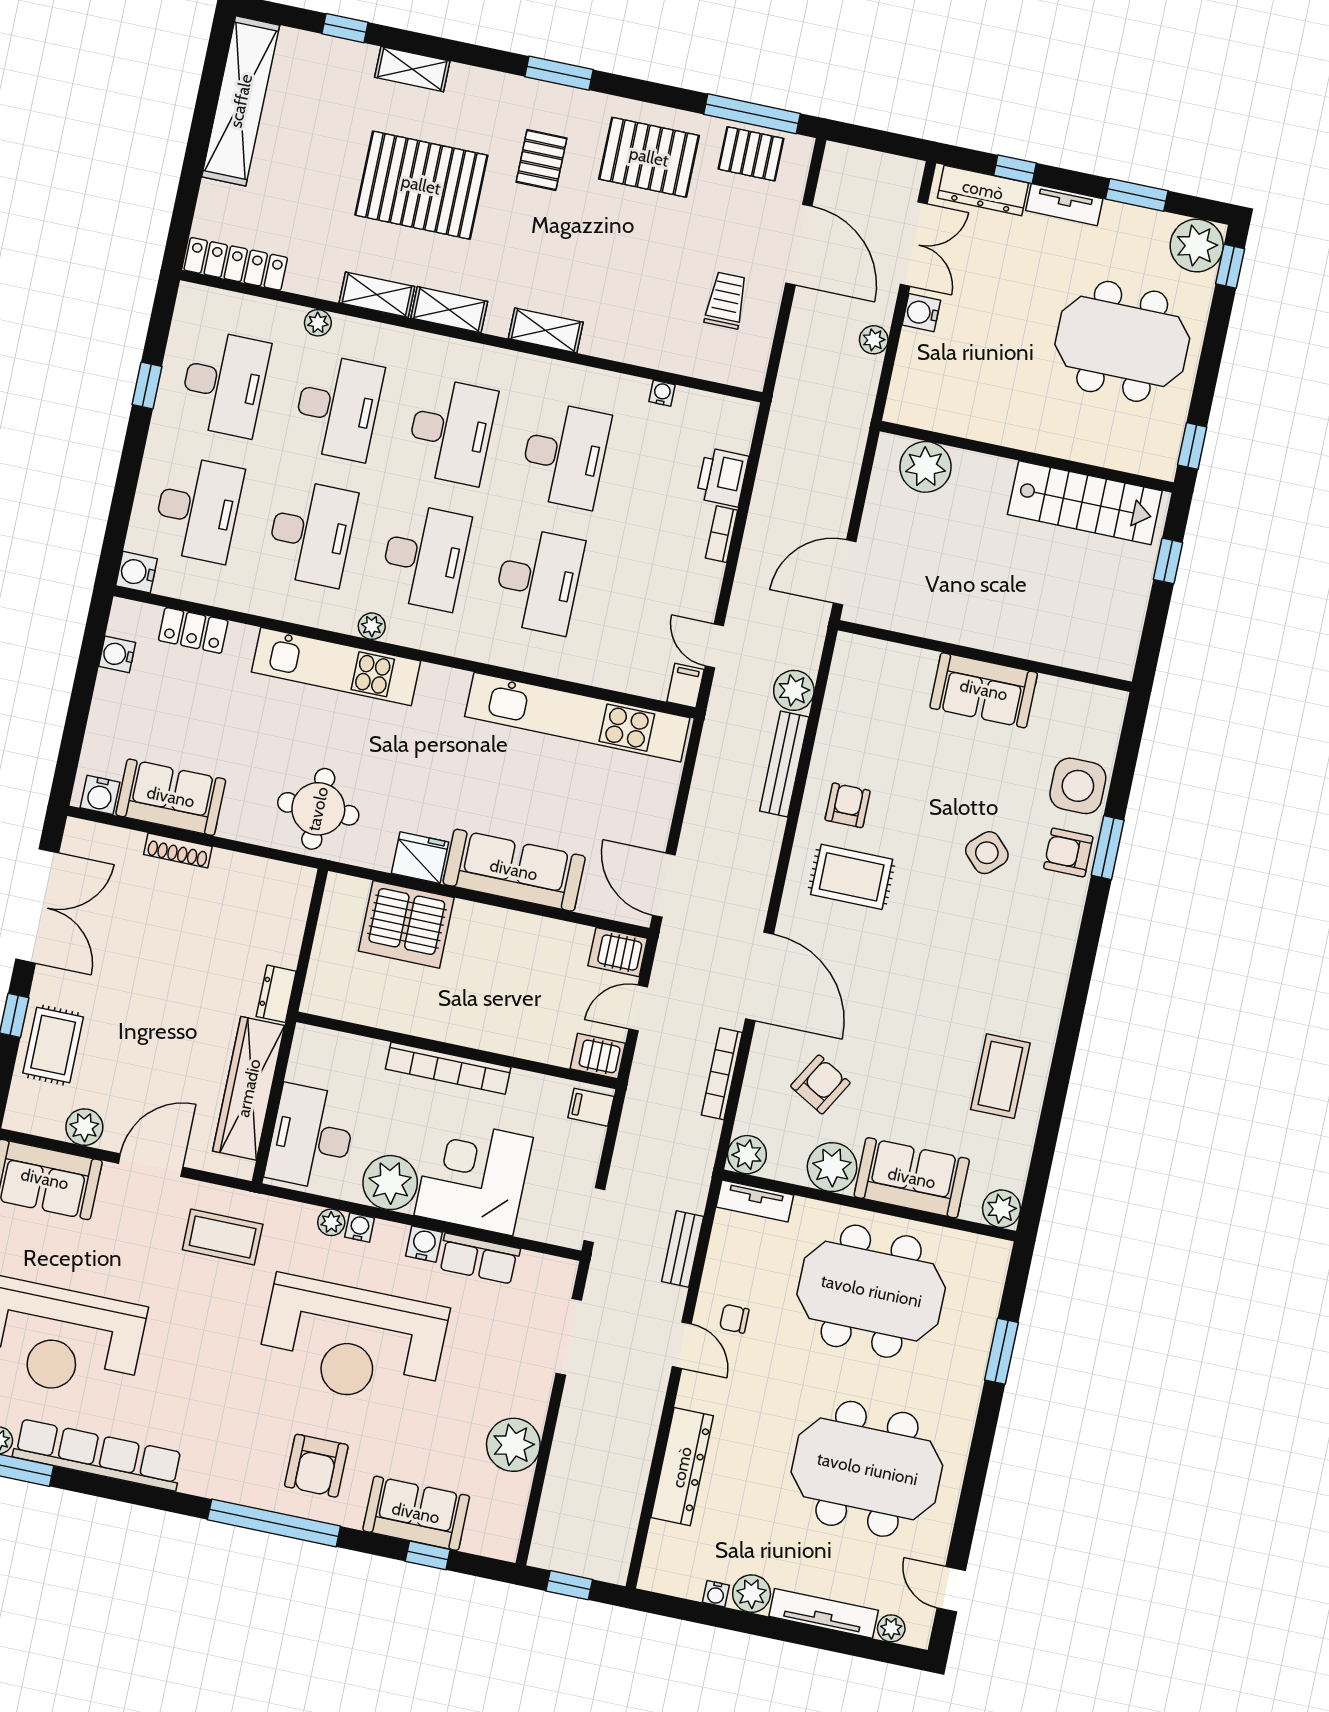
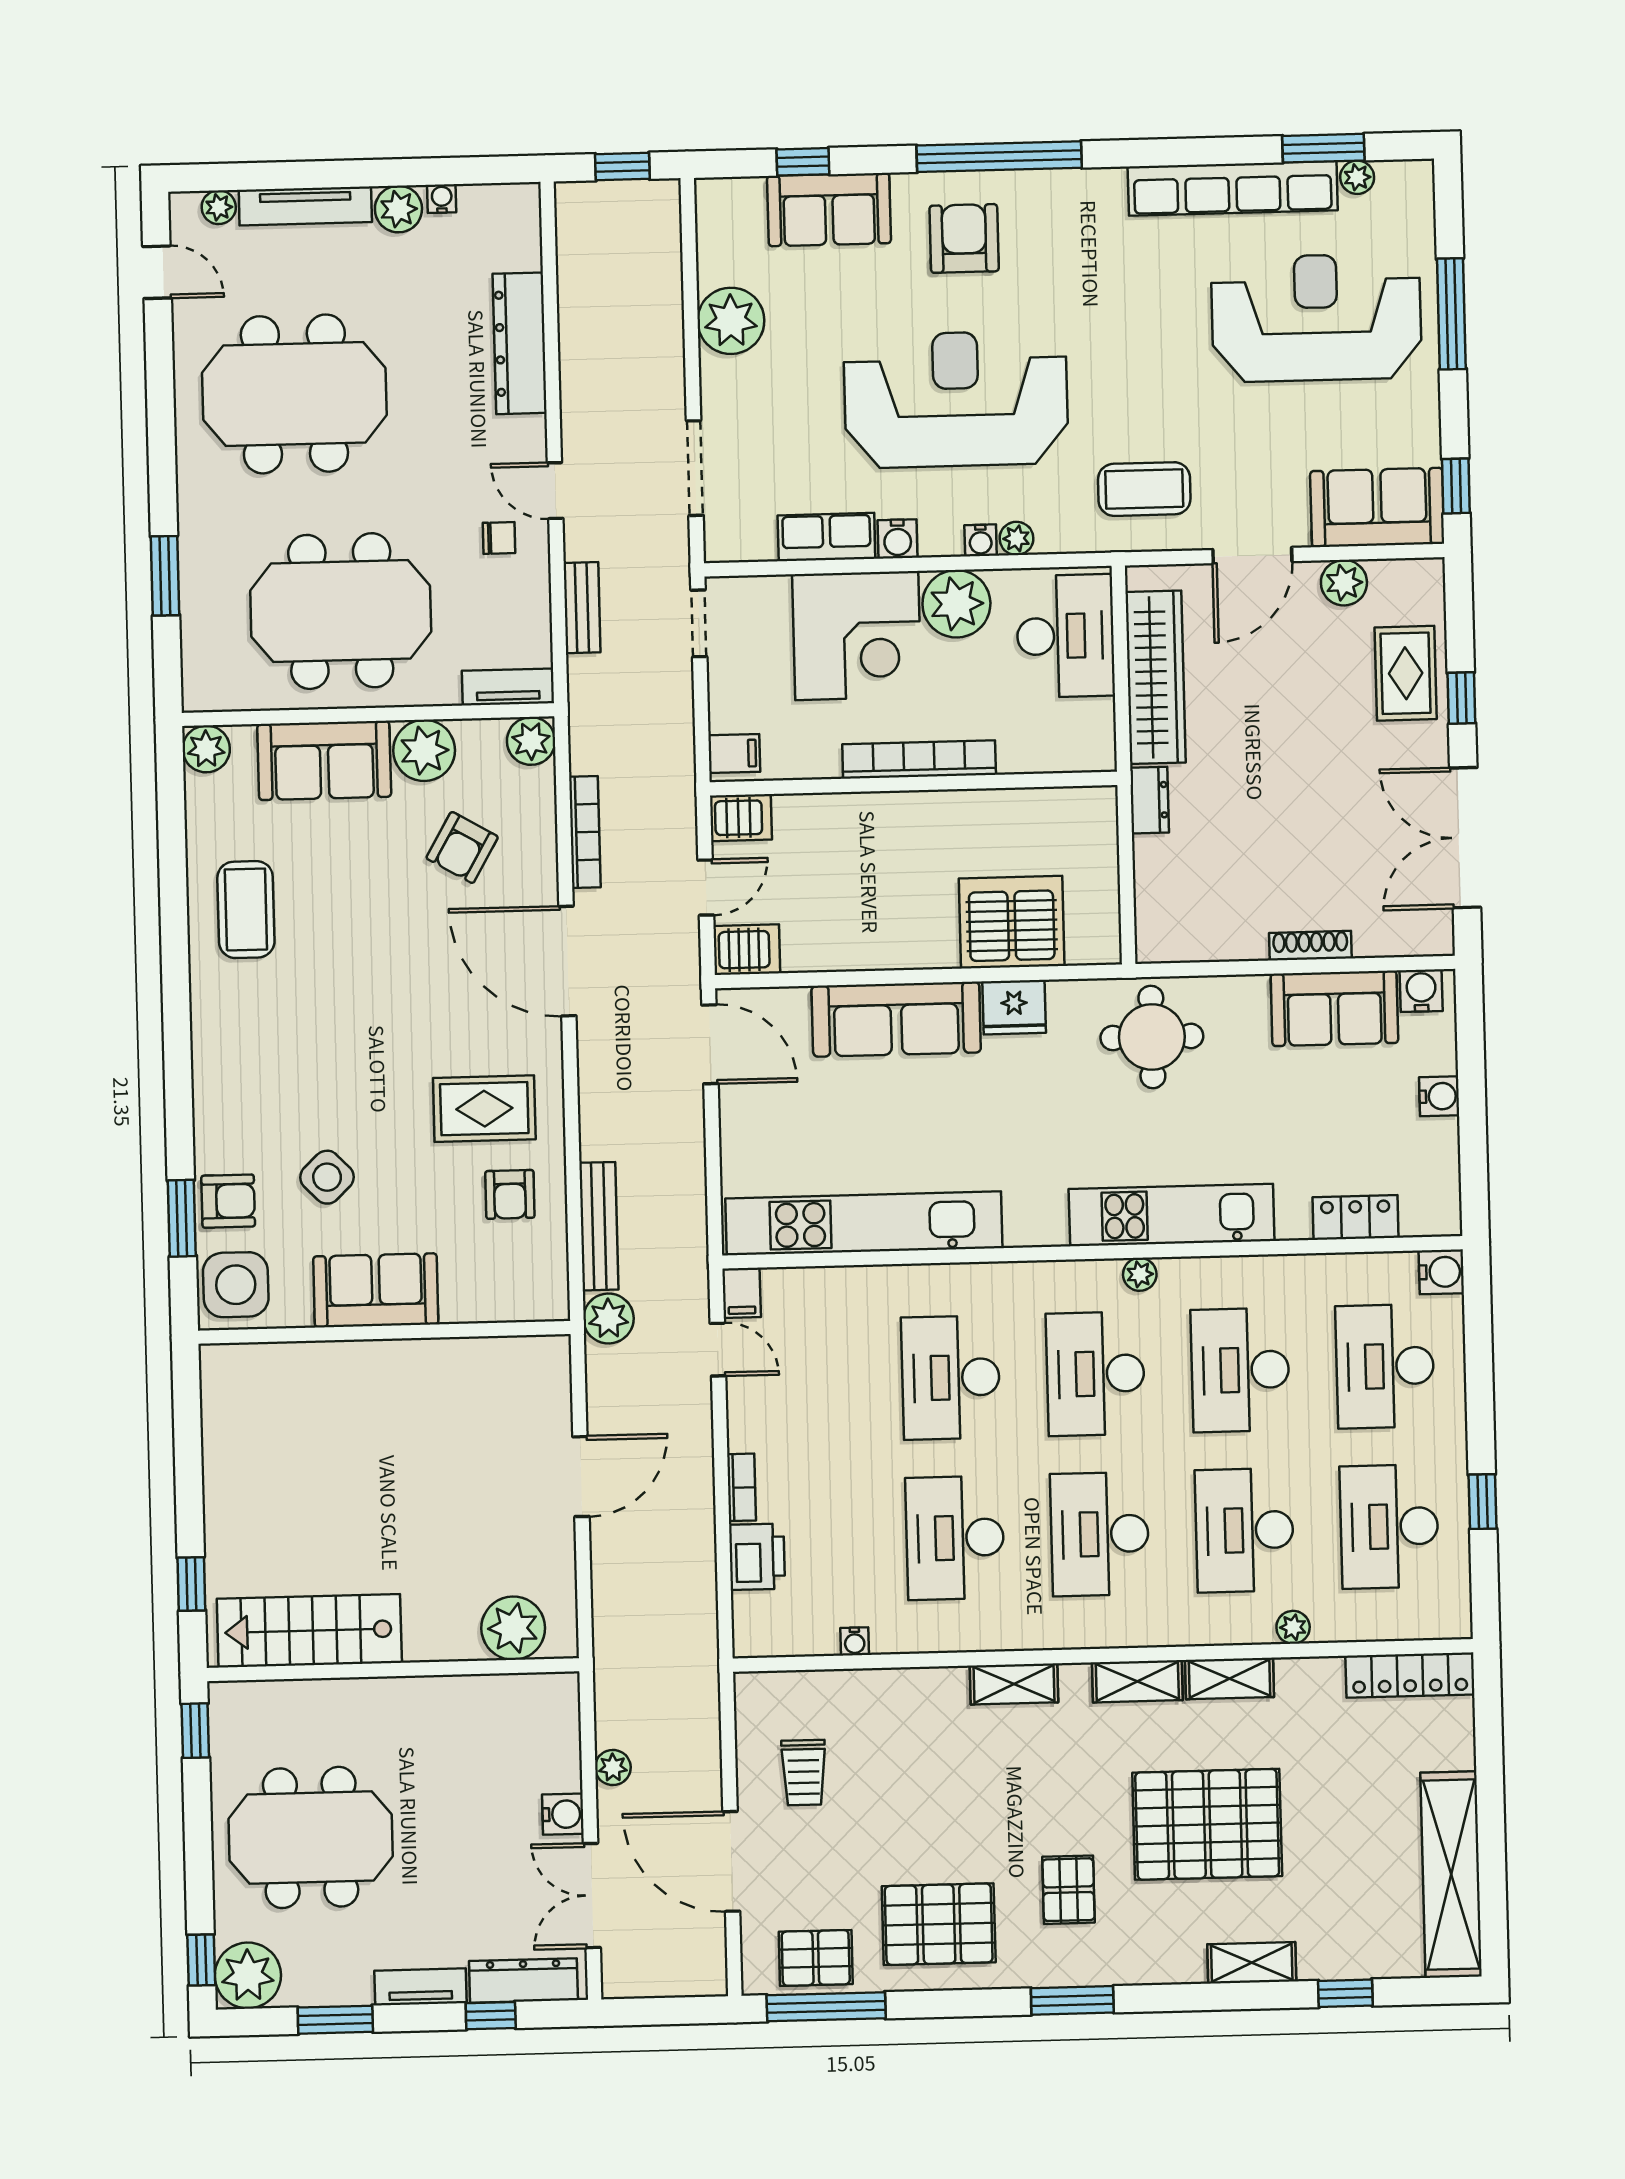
water cooler: (117, 654) -> (1439, 1096), moved
wall: (985, 656) -> (384, 1332), moved
sofa: (984, 690) -> (376, 1290), moved

